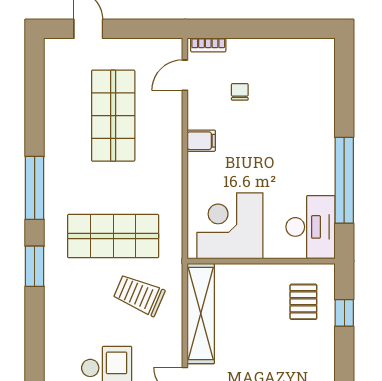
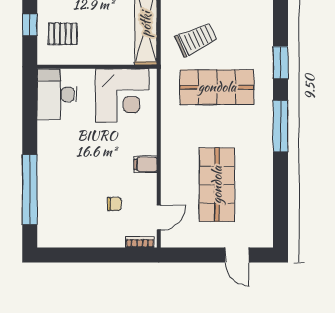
chair: (240, 92) -> (114, 204), turned -90
window: (344, 180) -> (30, 190), moved
trolley: (139, 295) -> (196, 39), turned -48
pallet: (303, 302) -> (63, 34), turned 90

